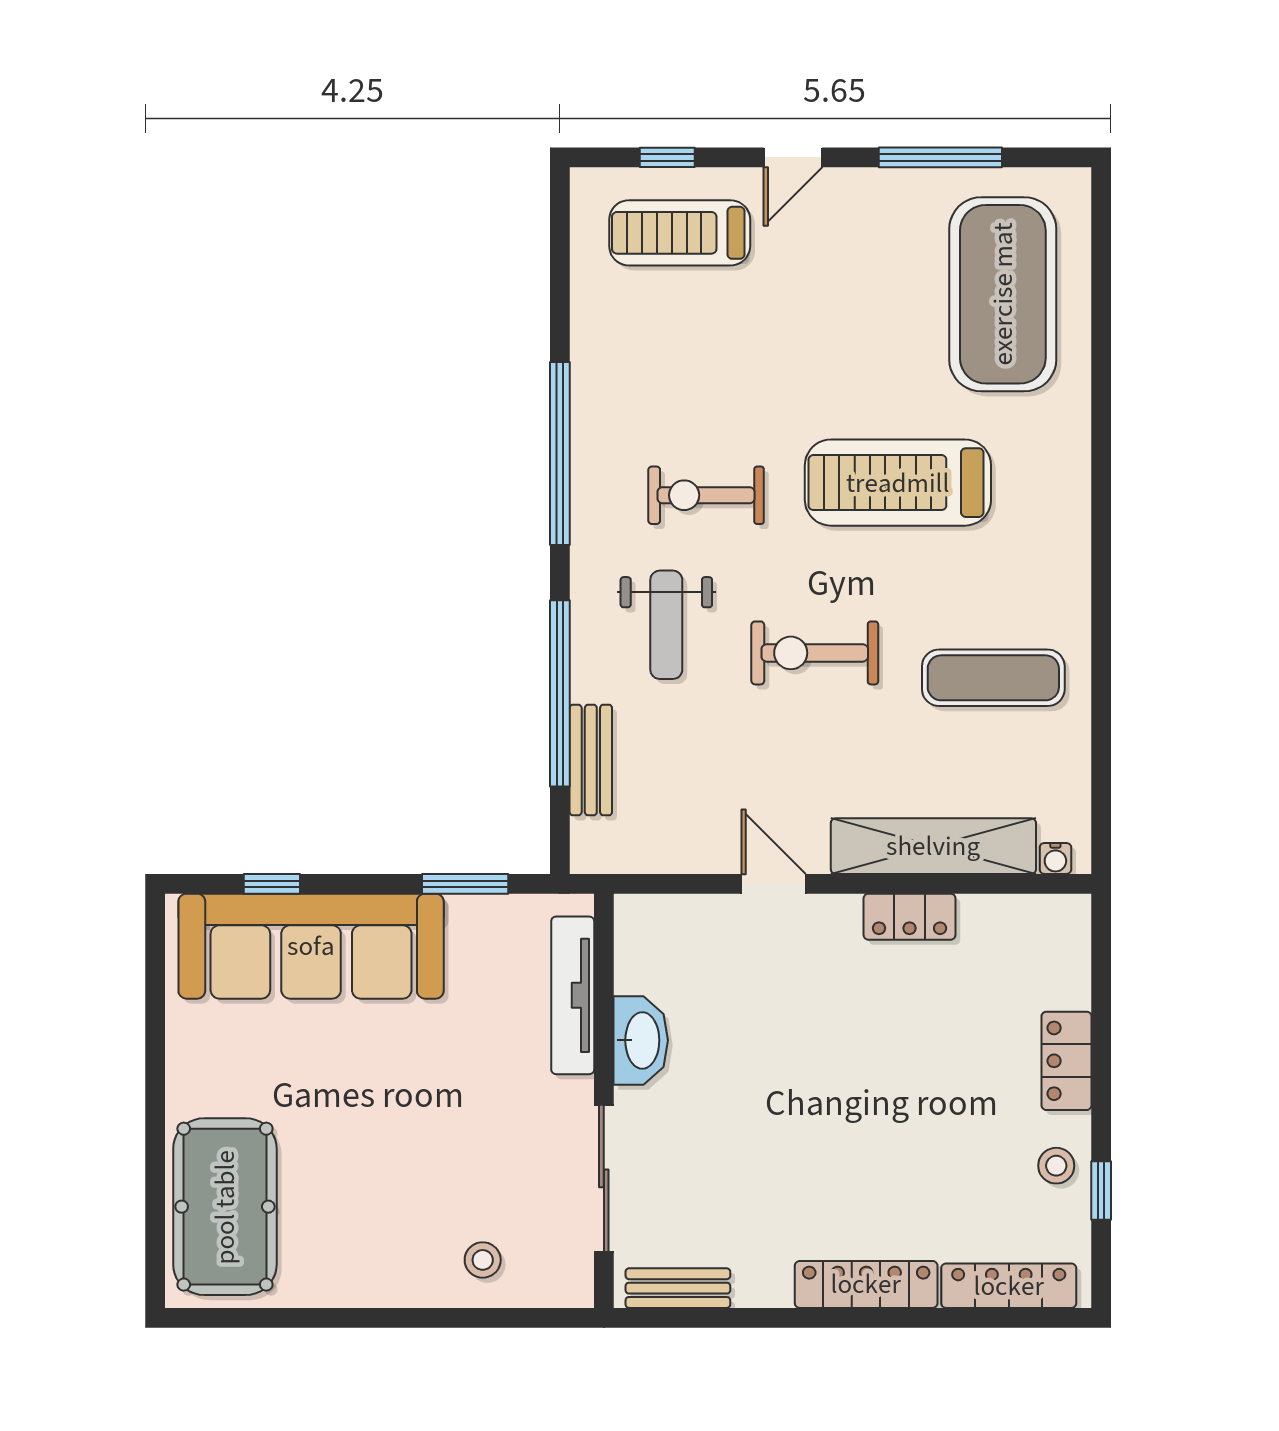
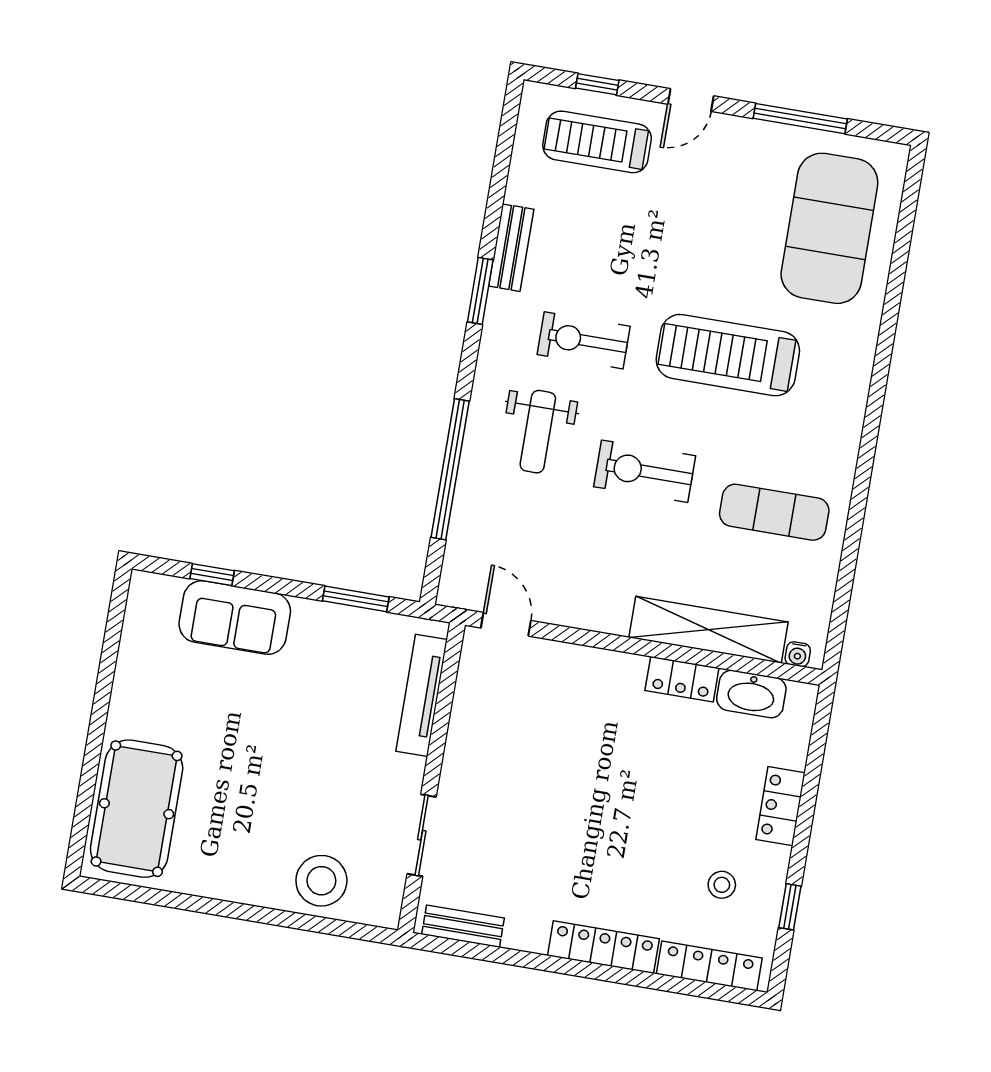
window: (560, 453) -> (480, 291), width x0.47
bench: (591, 760) -> (511, 248), moved
door: (774, 884) -> (506, 624), moved
sofa: (311, 946) -> (235, 618), width x0.54, depth x0.79
washbasin: (641, 1040) -> (751, 694), moved, turned 90
stool: (1056, 1166) -> (722, 885), moved
sliding door: (604, 1178) -> (422, 835), width x0.73
stool: (483, 1260) -> (321, 881), width x1.89, depth x1.89

